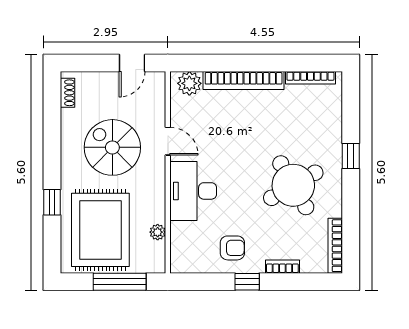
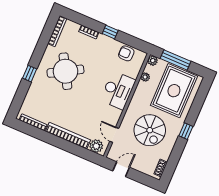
door: (168, 141) -> (114, 135), moved
window: (52, 202) -> (186, 131), moved
armchair: (232, 248) -> (126, 53), moved
plant: (157, 264) -> (153, 61), added

